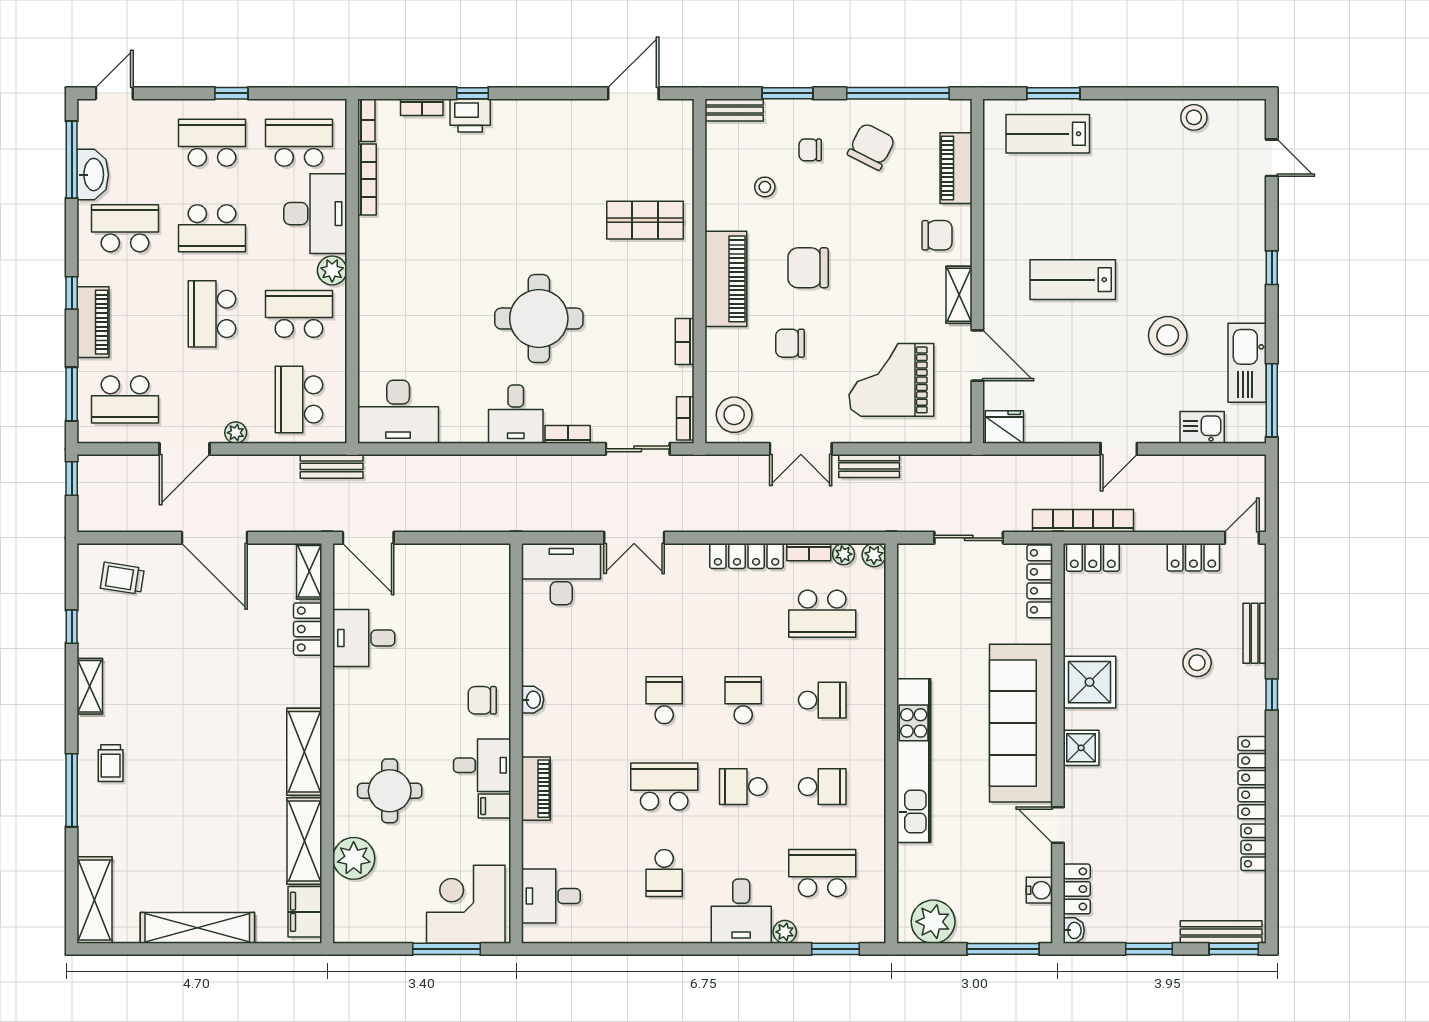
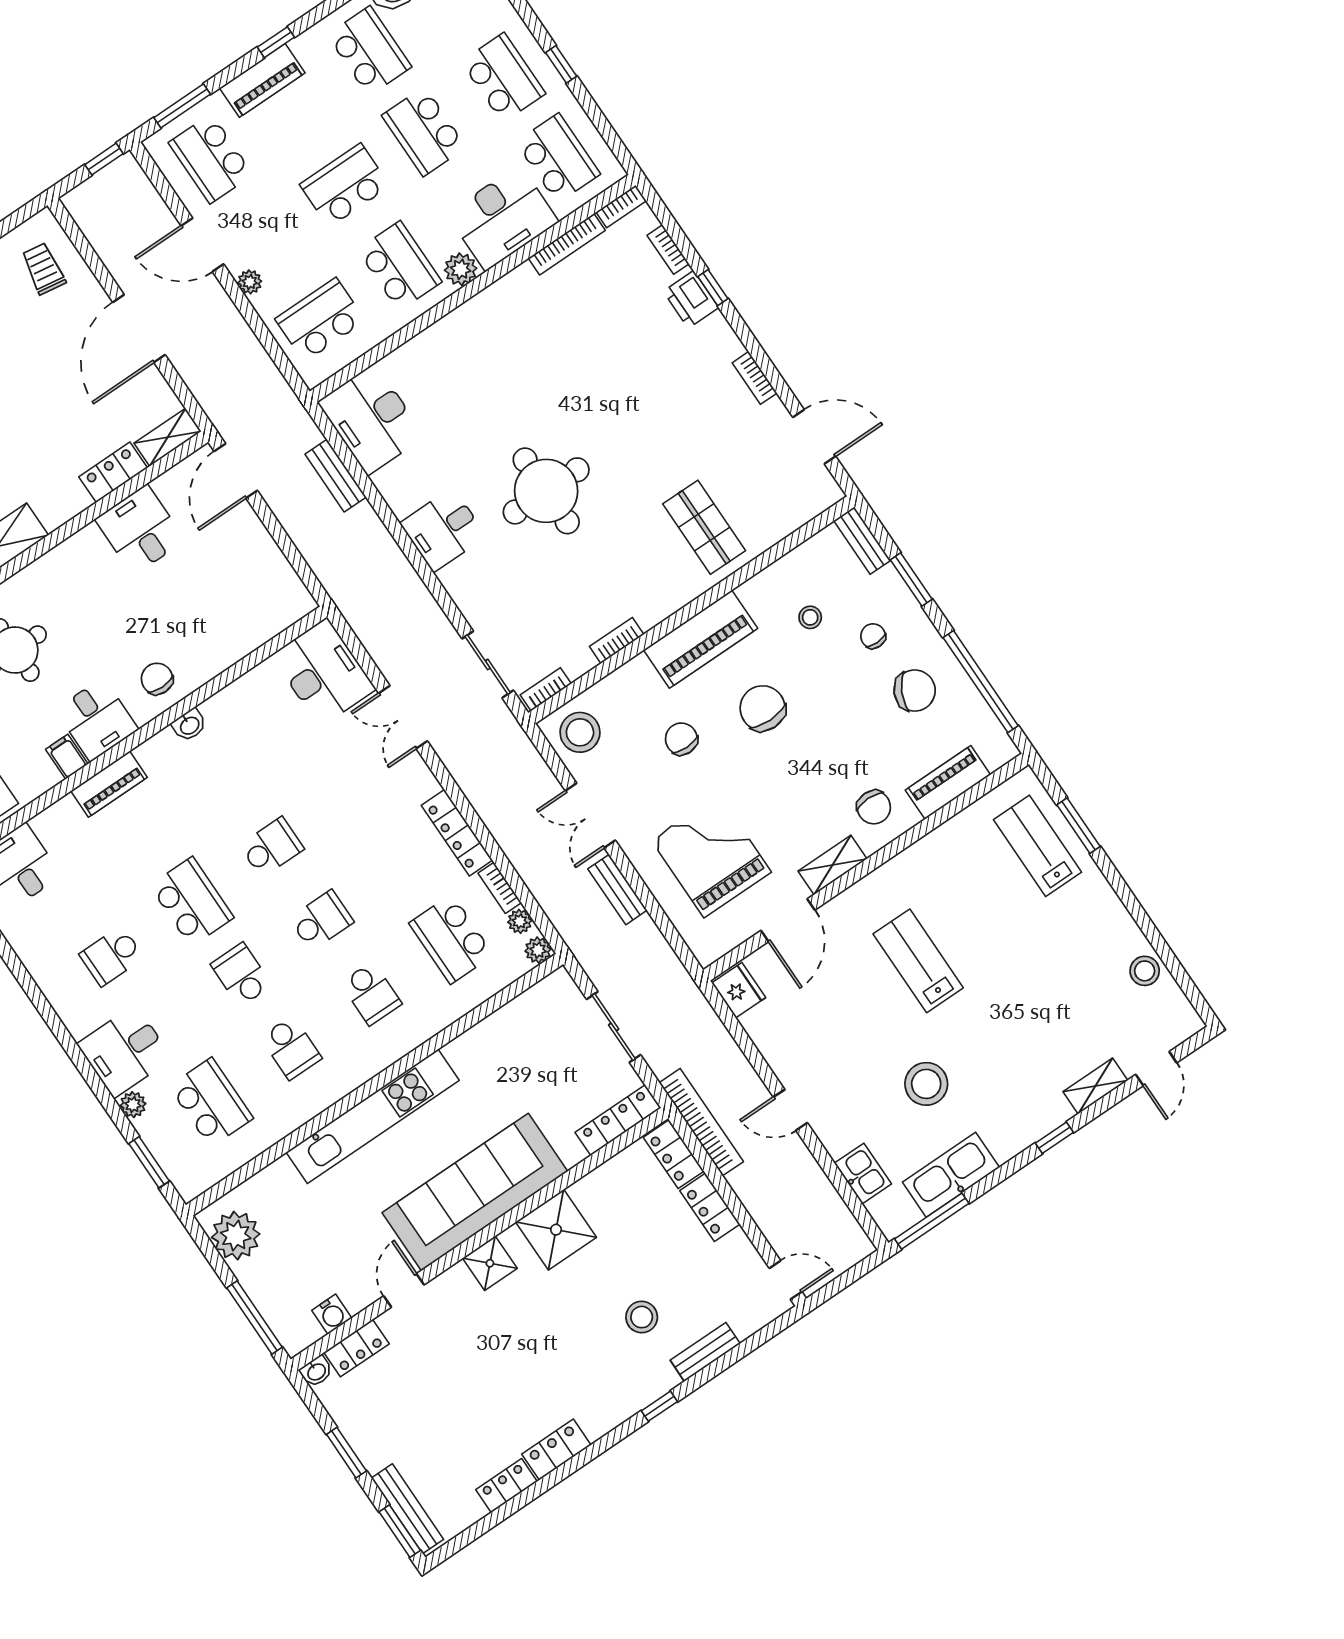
shelving: (1254, 212) -> (1095, 1086), added
bookcase: (568, 434) -> (755, 378), moved, turned 180
bench: (332, 466) -> (336, 476), moved
locker: (1193, 557) -> (710, 1207), moved
locker: (1252, 778) -> (556, 1450), width x0.66

